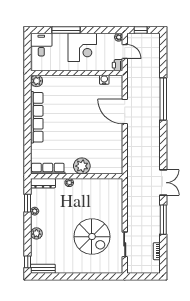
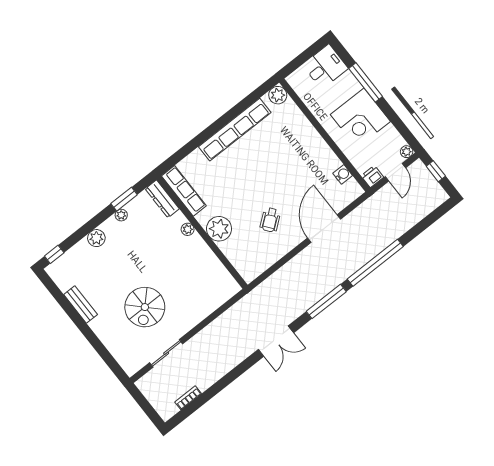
wheelchair: (98, 136) -> (270, 220), added
window: (163, 220) -> (326, 301), moved
spiral stairs: (92, 237) -> (145, 307), width x0.73, depth x0.73
bench: (43, 269) -> (81, 304), moved

